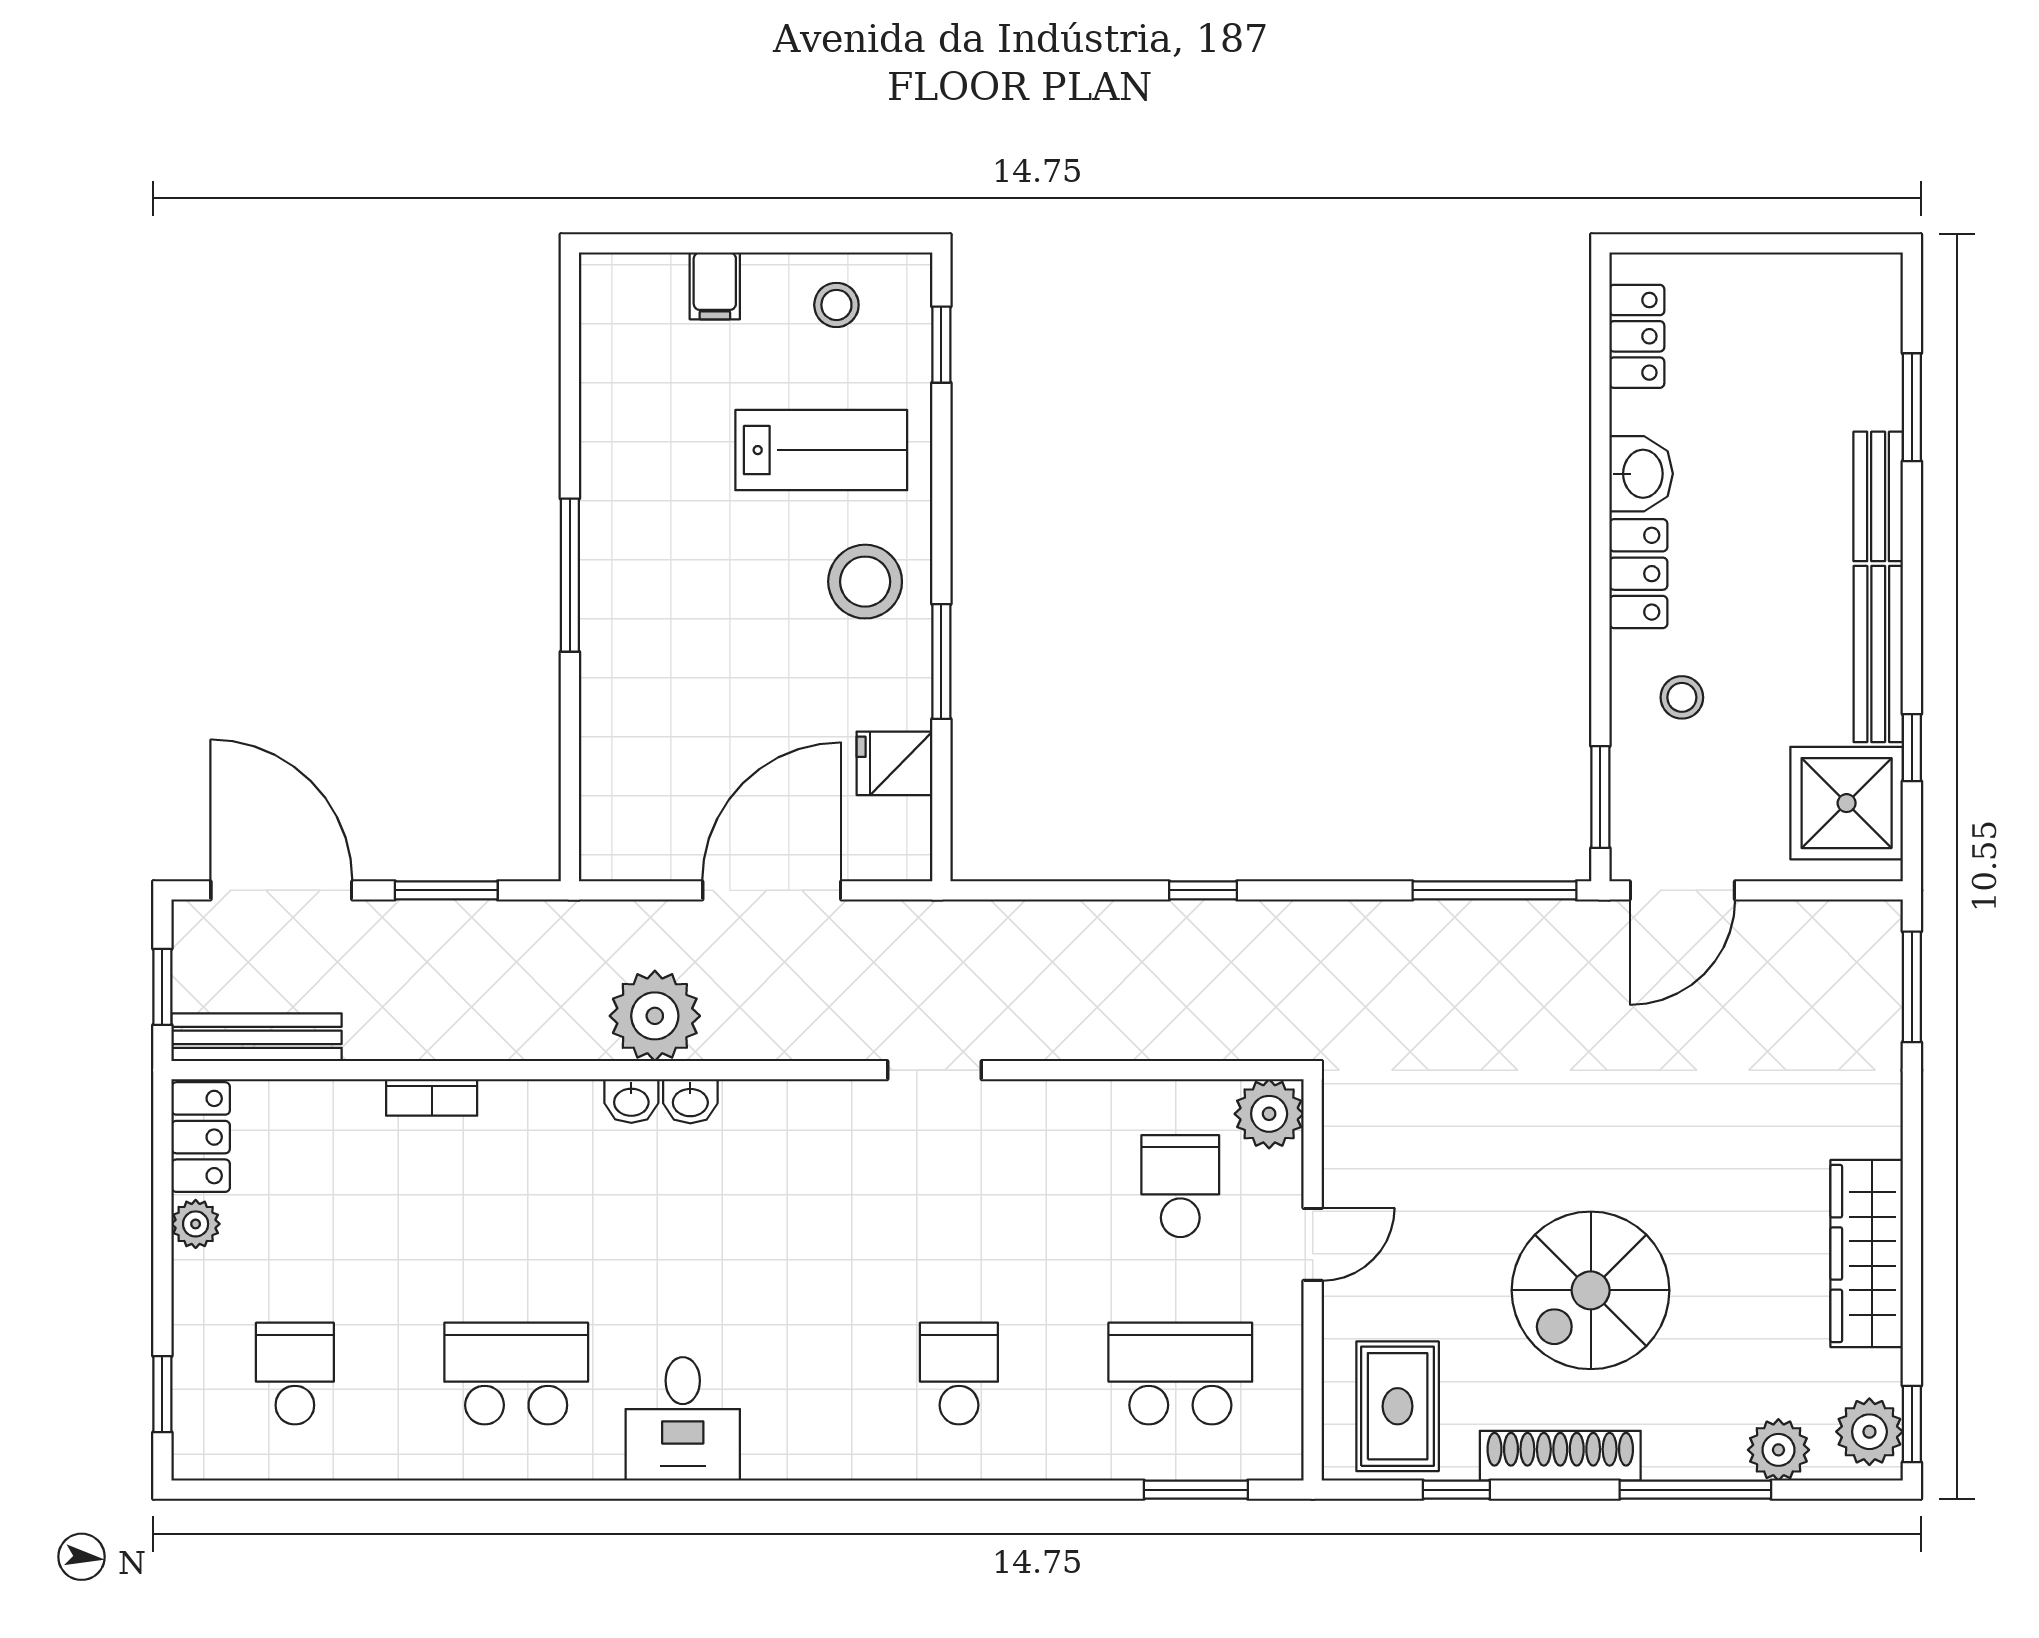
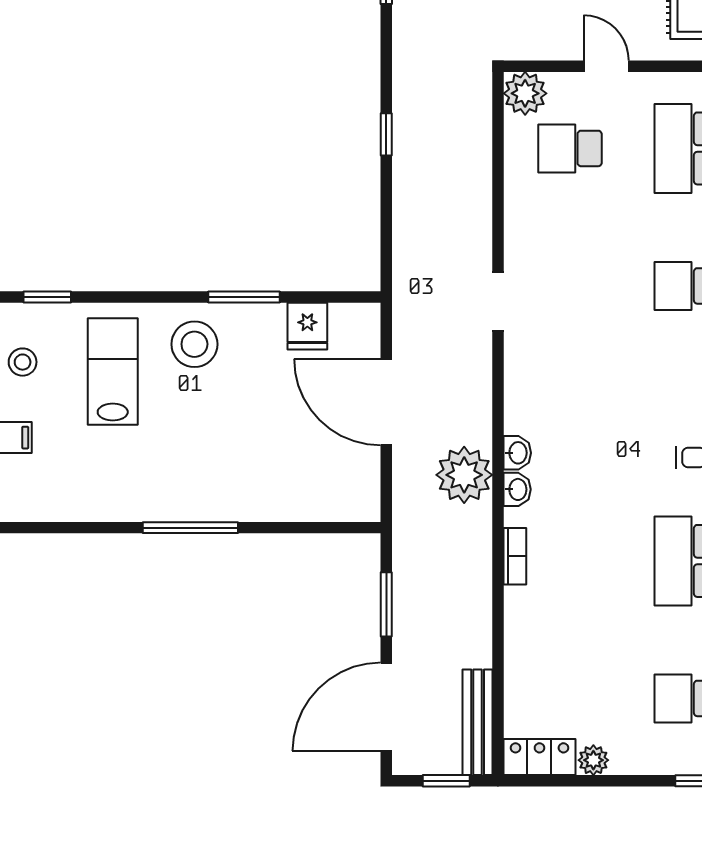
bookcase: (432, 1097) -> (515, 556), moved

